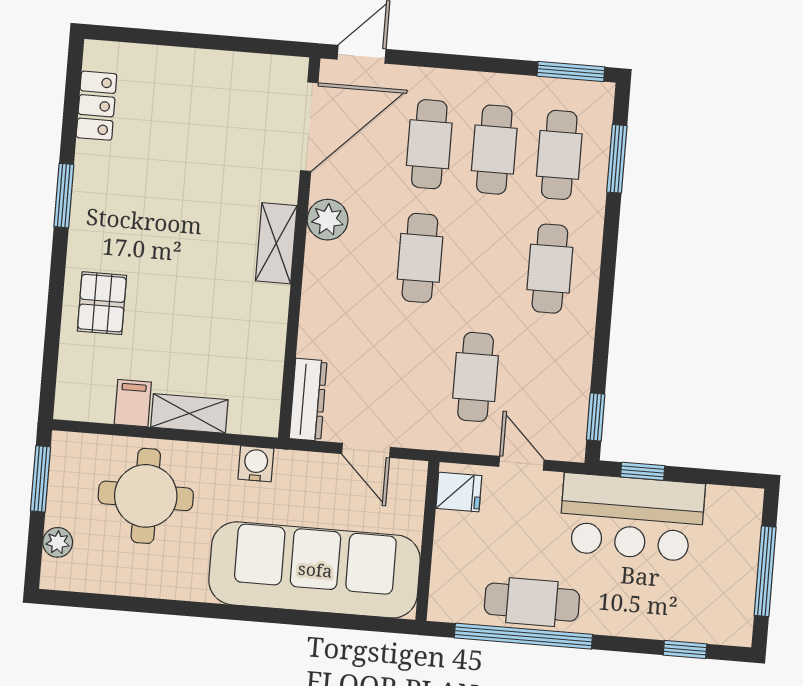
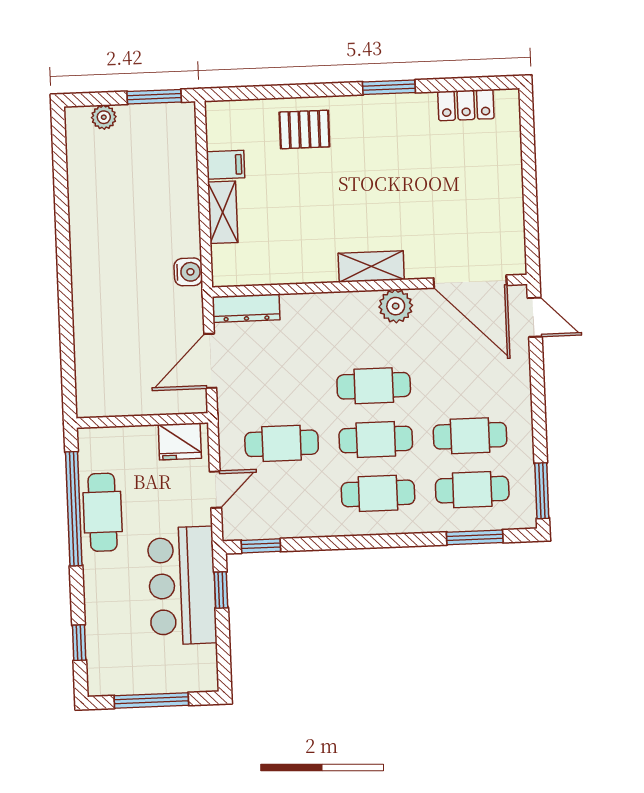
cafe table: (429, 144) -> (376, 440), moved
door: (366, 450) -> (210, 361), width x1.37
fridge: (459, 492) -> (180, 441), width x1.38
round table: (146, 496) -> (151, 185), removed
sofa: (315, 570) -> (107, 331), removed

